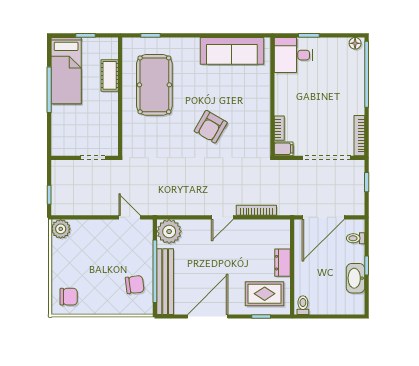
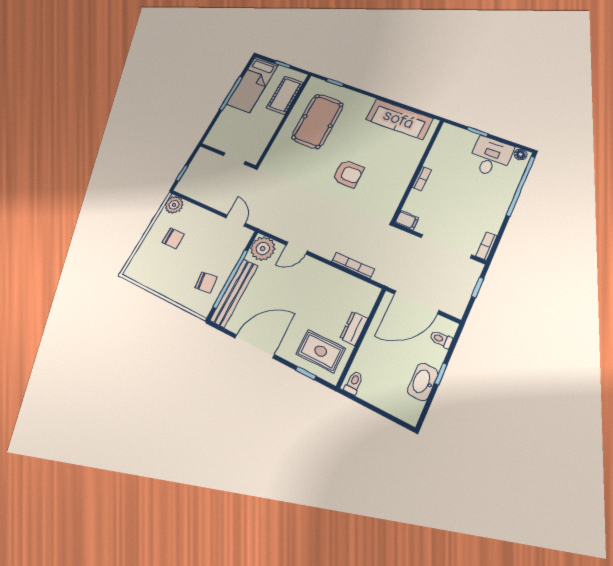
desk: (293, 55) -> (490, 157), moved, turned 90
cot: (110, 75) -> (285, 95), width x1.37, depth x1.34
armchair: (211, 127) -> (348, 174), turned -120
bookcase: (279, 128) -> (422, 179), moved
bookcase: (359, 136) -> (486, 246), width x0.64
door: (222, 217) -> (297, 248), moved
chair: (69, 297) -> (173, 238), moved

